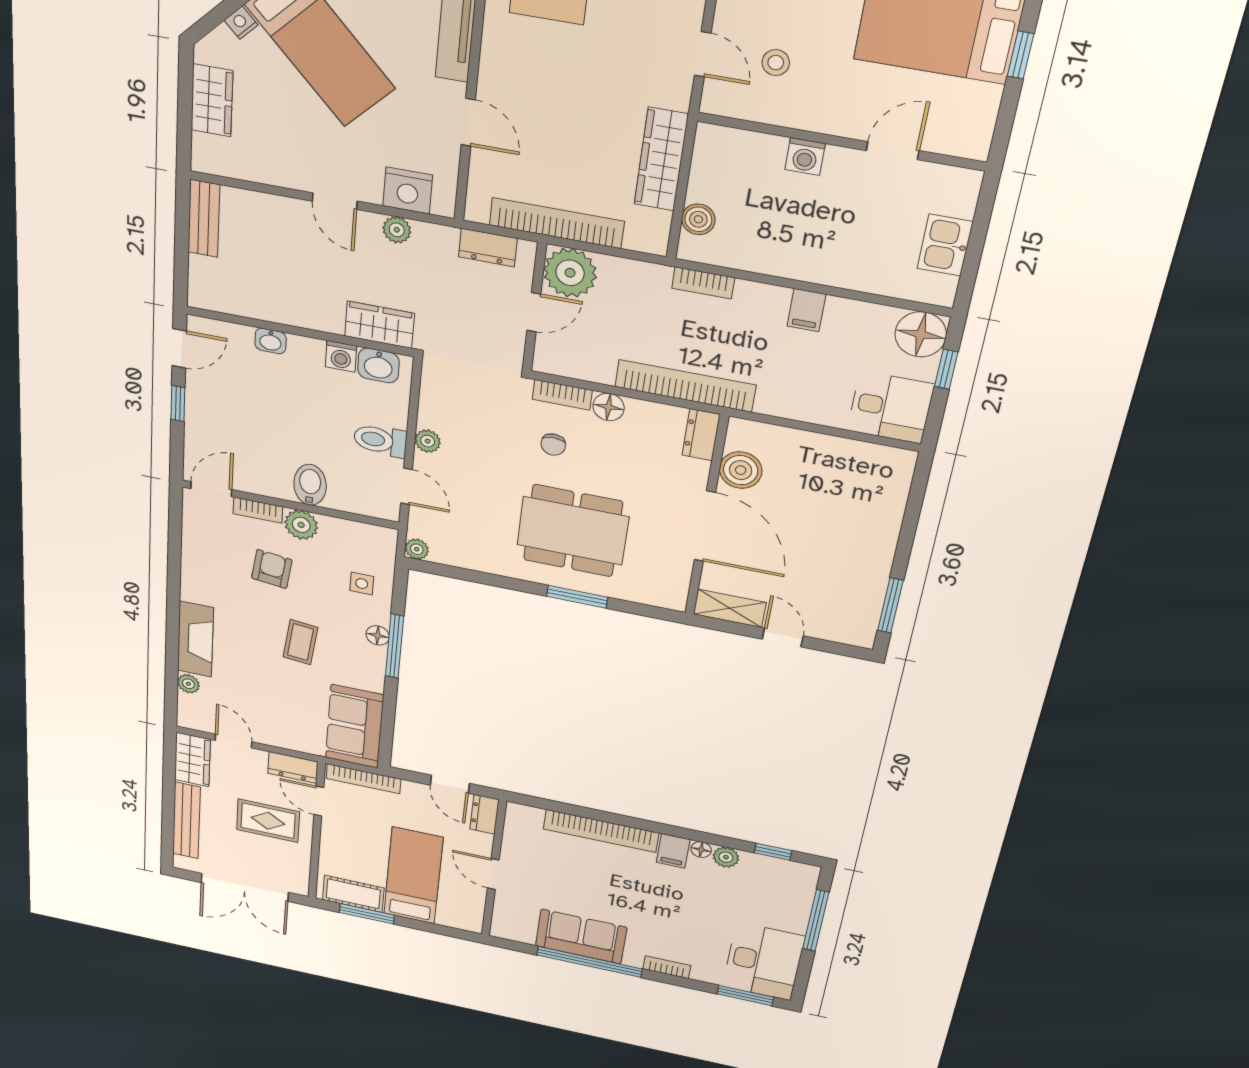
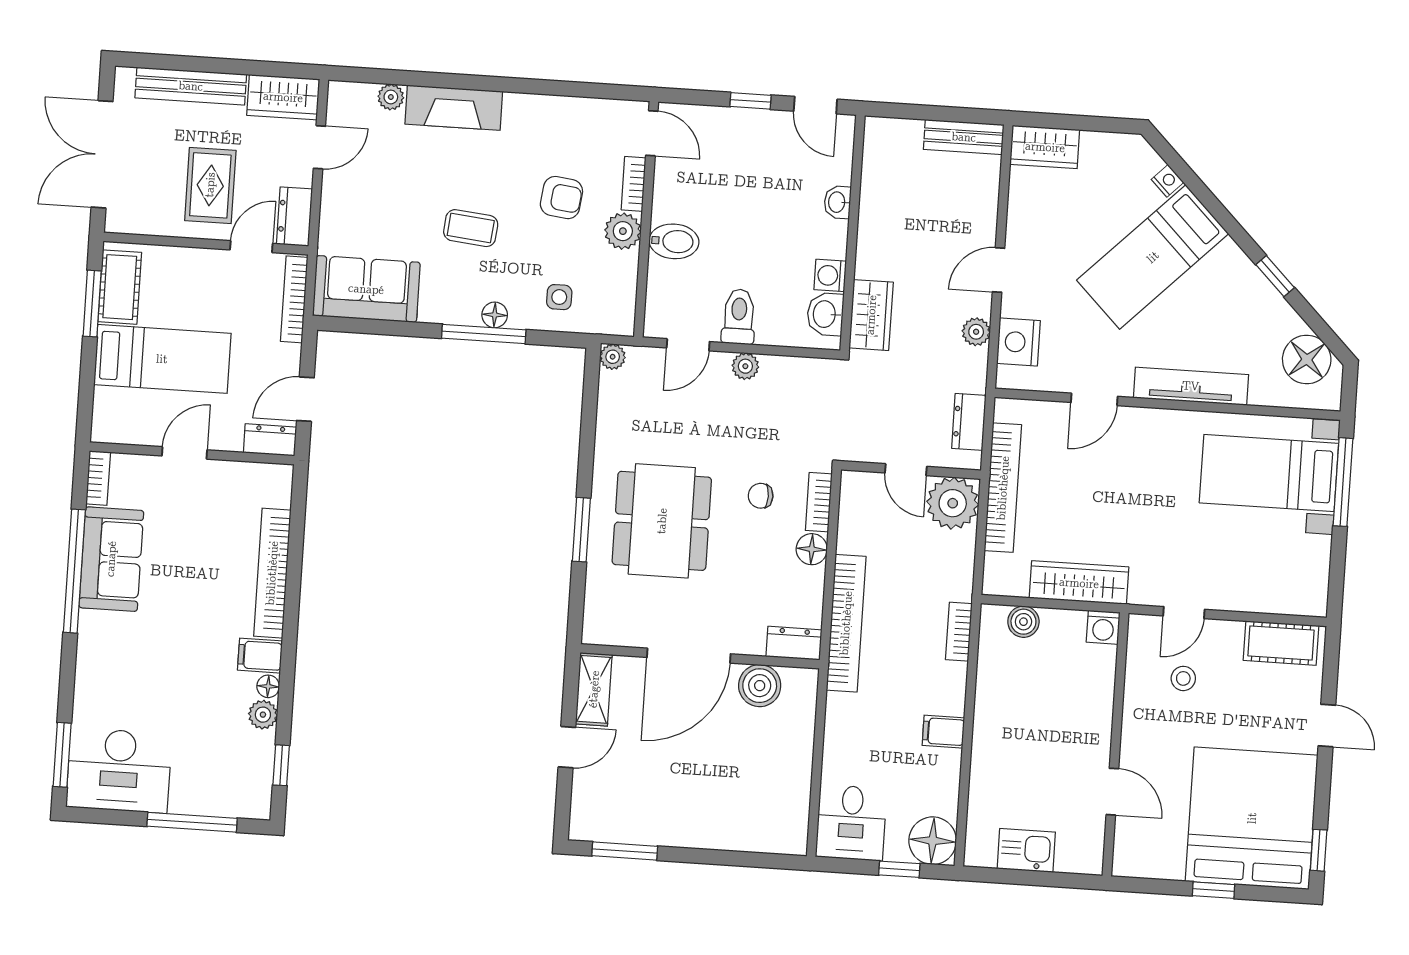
wardrobe: (212, 100) -> (1045, 147), moved
washing machine: (805, 157) -> (1103, 627), moved, turned -90
bookcase: (667, 967) -> (98, 478), moved

